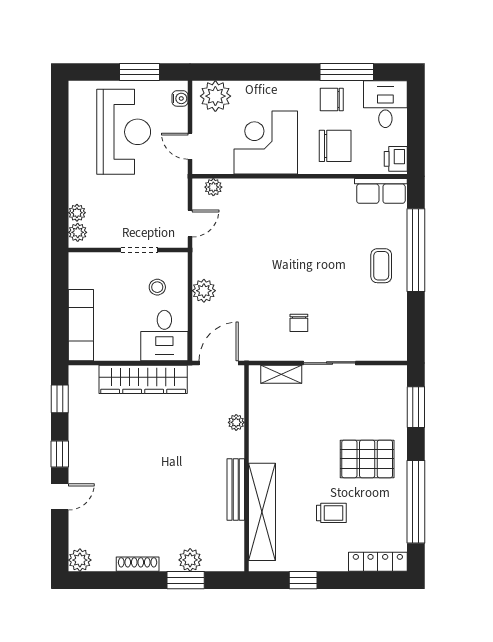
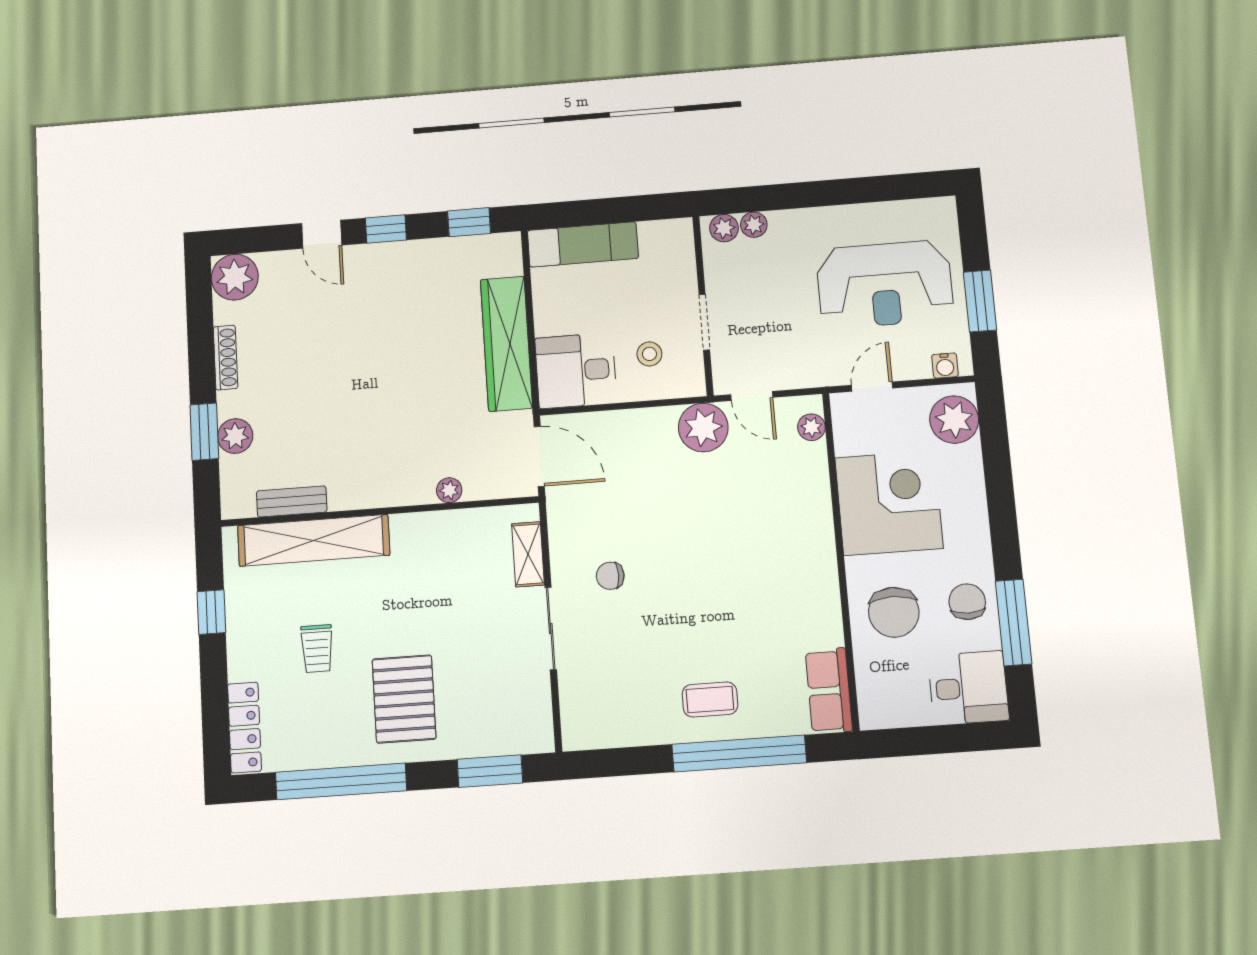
printer: (396, 159) -> (882, 711), removed
plant: (204, 291) -> (703, 427), moved, width x1.36, depth x1.36
bench: (236, 490) -> (292, 501), moved, width x0.73
plant: (80, 560) -> (235, 277), width x1.36, depth x1.36

